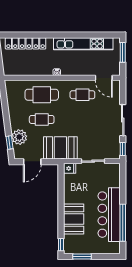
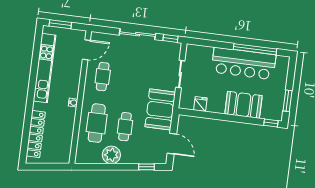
plant: (19, 137) -> (111, 155), moved
fridge: (70, 168) -> (200, 104), moved

